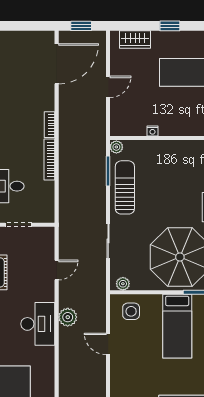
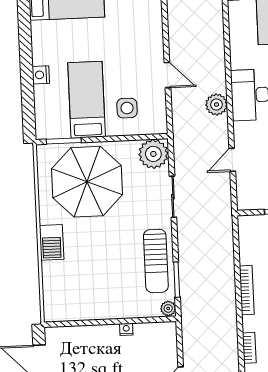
bookcase: (49, 125) -> (249, 348), moved
plant: (123, 284) -> (153, 154), width x1.87, depth x1.87
side table: (131, 311) -> (127, 108), moved

